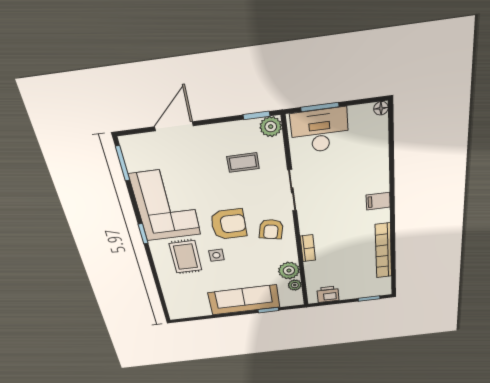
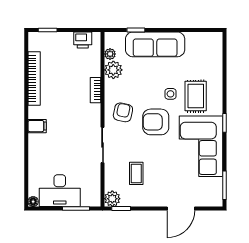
desk: (320, 131) -> (60, 191), moved
coffee table: (243, 162) -> (136, 173), turned 90

